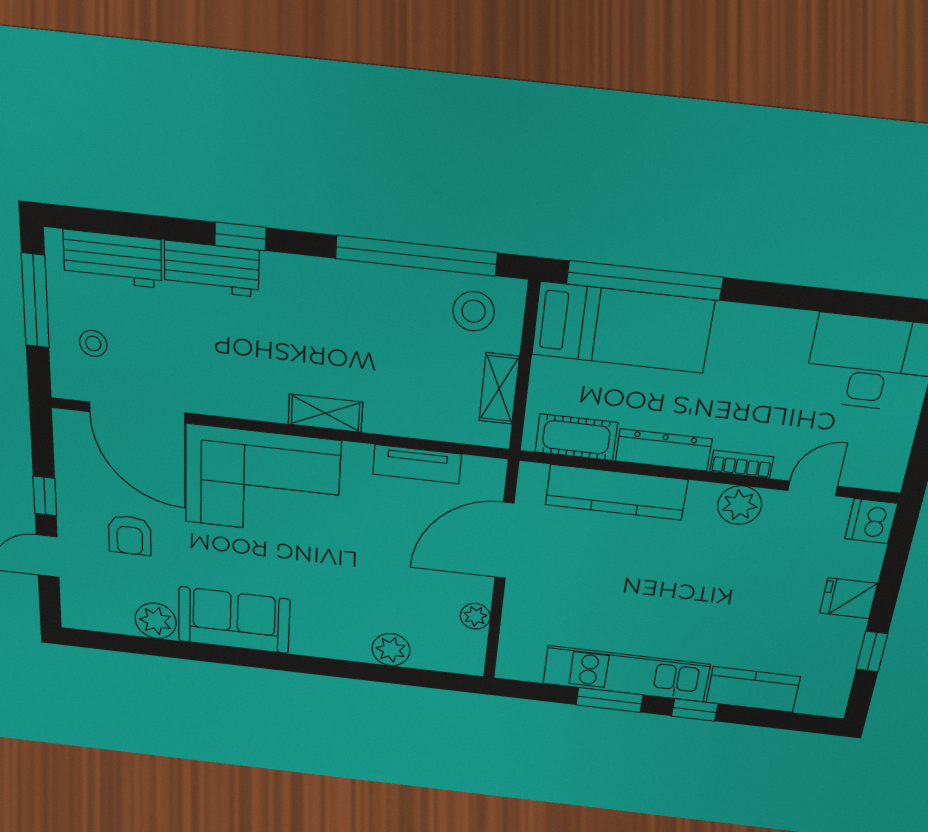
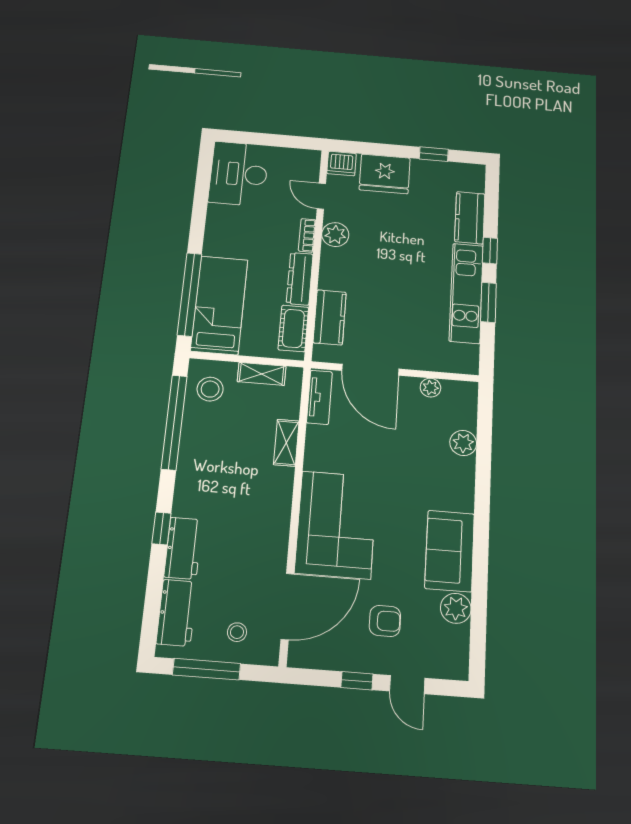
shelving: (325, 413) -> (286, 443), moved
tv unit: (417, 464) -> (319, 397), moved
kitchen counter: (616, 492) -> (330, 317), width x0.67
fridge: (849, 598) -> (385, 174), width x1.88, depth x1.34

